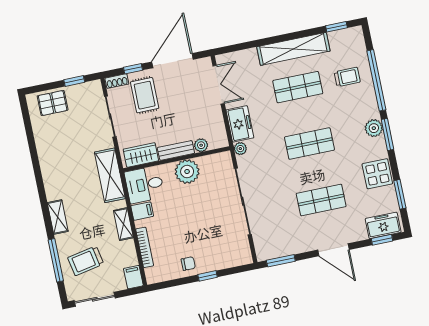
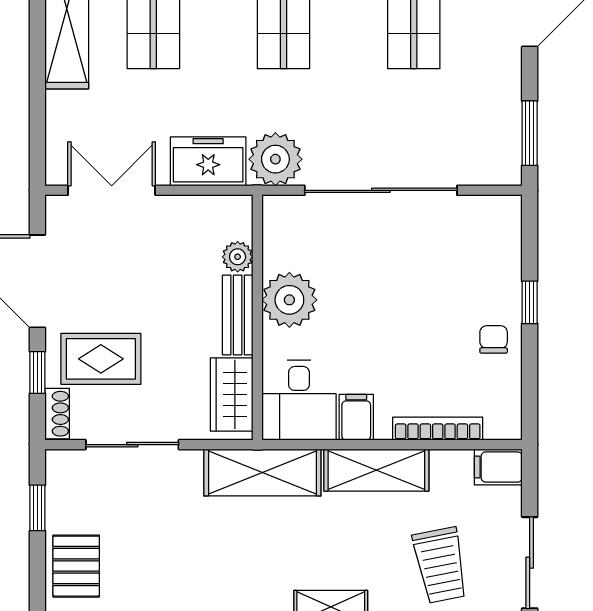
plant: (240, 149) -> (275, 159), width x1.88, depth x1.88
shelving: (123, 224) -> (376, 470), width x1.50, depth x1.33

